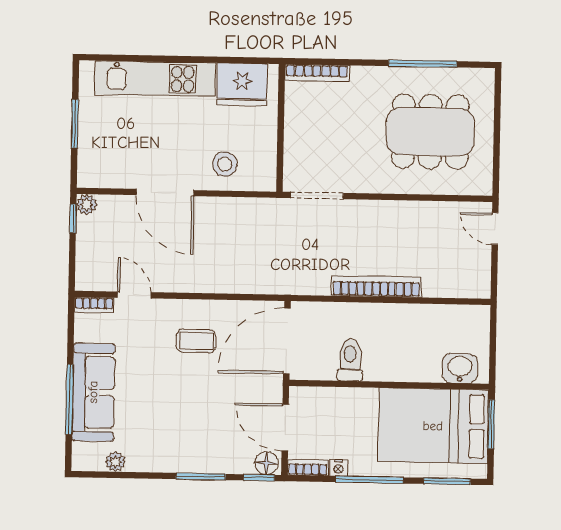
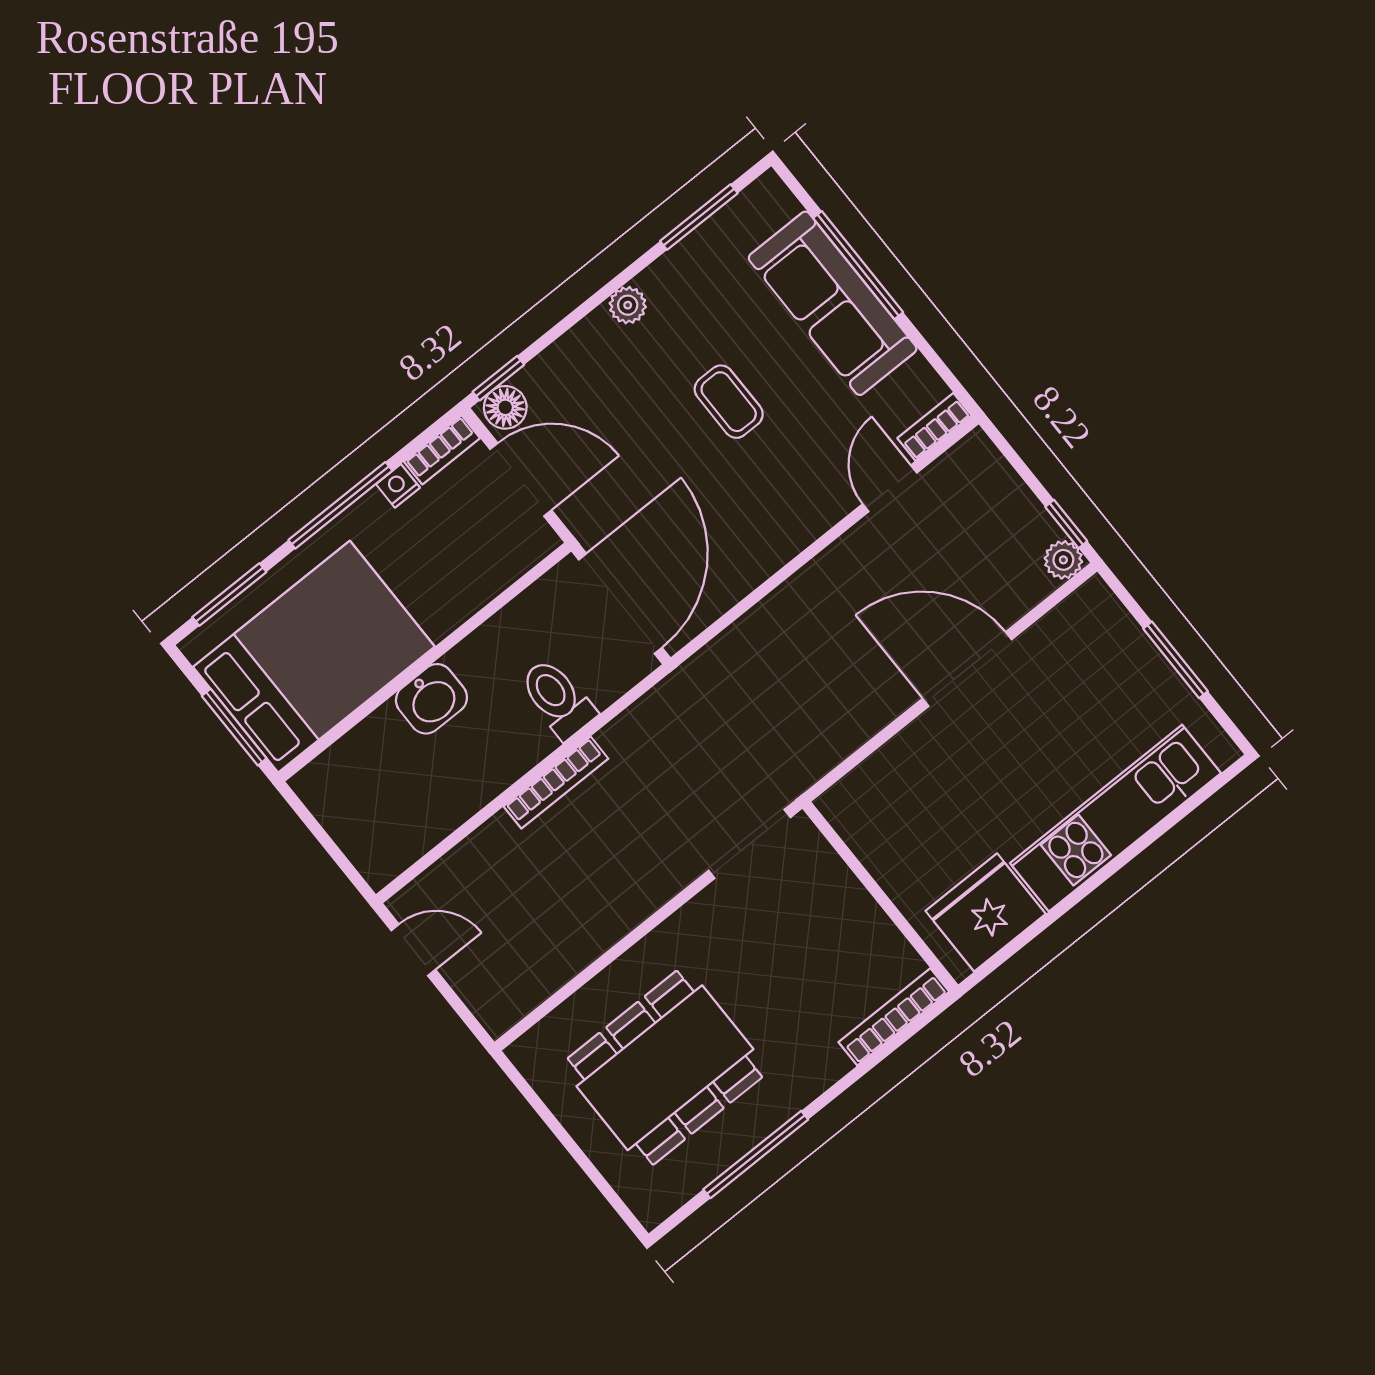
stool: (225, 164) -> (916, 780), removed
door: (495, 229) -> (413, 950), moved
bookcase: (376, 286) -> (556, 783), width x0.68, depth x0.76
door: (134, 295) -> (890, 488), swing flipped
coffee table: (196, 341) -> (729, 402), moved, turned 90
toilet: (350, 360) -> (557, 699), moved, turned 180
washbasin: (460, 368) -> (431, 699), moved
plant: (115, 462) -> (628, 305), moved
window: (201, 477) -> (699, 217), moved

